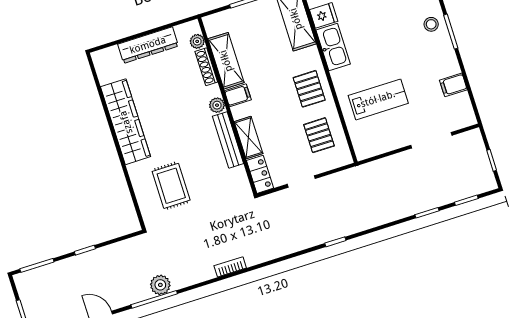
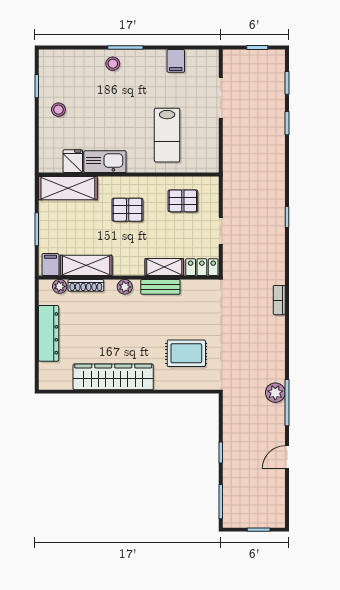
pallet: (309, 89) -> (128, 210), moved
filing cabinet: (238, 95) -> (50, 265), moved
lab bench: (378, 99) -> (167, 135), turned 180
bench: (228, 140) -> (160, 287), width x0.73
bookcase: (230, 267) -> (279, 300), moved

